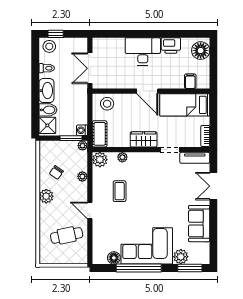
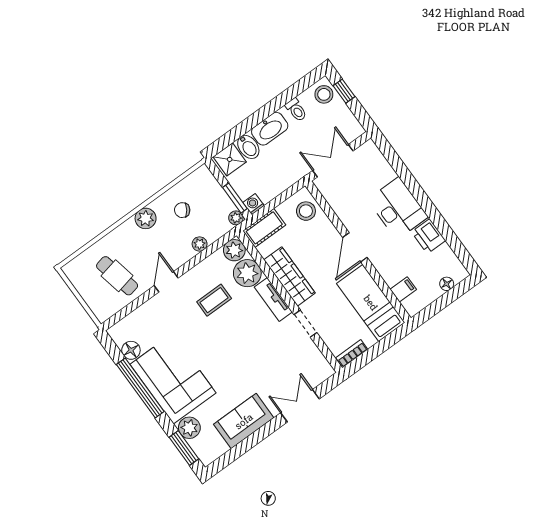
floor lamp: (201, 51) -> (447, 284), width x0.53, depth x0.53
wardrobe: (144, 139) -> (290, 276), width x1.50
plant: (122, 157) -> (247, 273), width x1.88, depth x1.88
tv unit: (195, 158) -> (273, 299), moved

